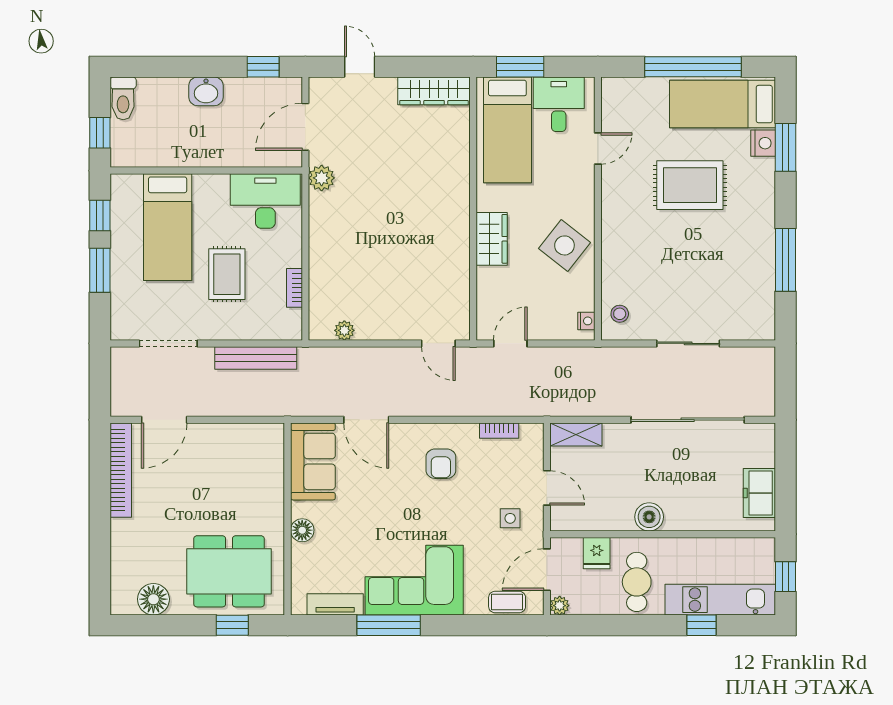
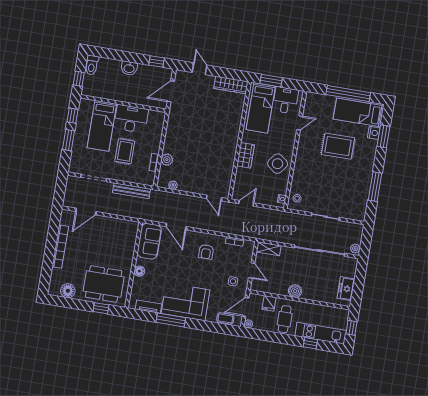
plant: (322, 178) -> (167, 160), moved
desk: (265, 201) -> (131, 119), moved
plant: (765, 402) -> (355, 248), added
bookcase: (121, 470) -> (60, 247), moved

